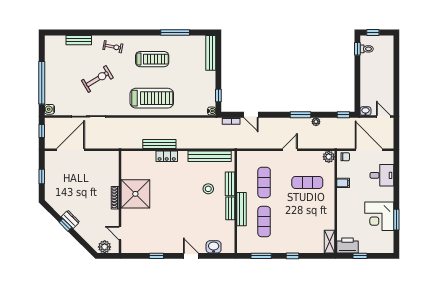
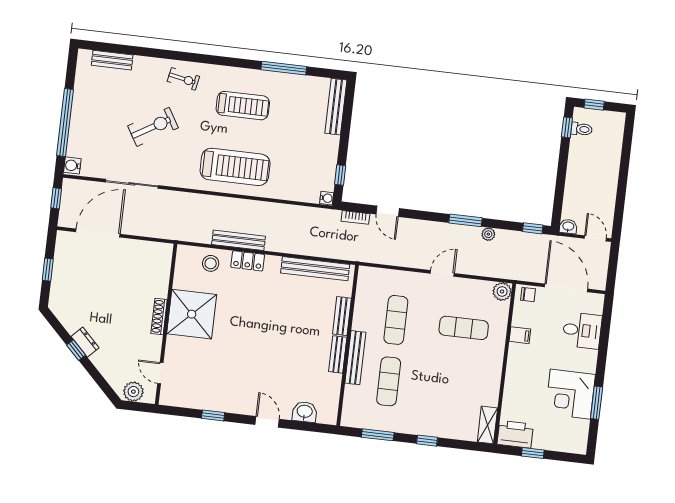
bench: (79, 40) -> (112, 60), moved
stool: (208, 189) -> (211, 263), moved

